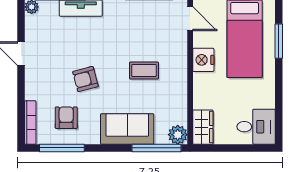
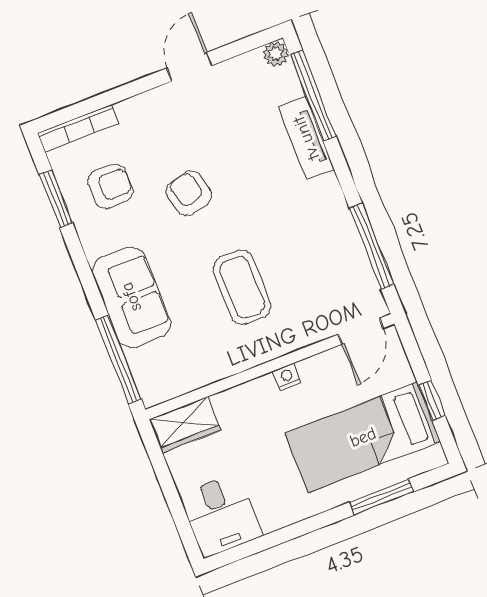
nightstand: (203, 60) -> (287, 377), width x0.53, depth x0.56
coffee table: (144, 71) -> (242, 287), width x1.36, depth x1.30
plant: (178, 135) -> (155, 387), removed
window: (62, 148) -> (56, 199), width x0.69

